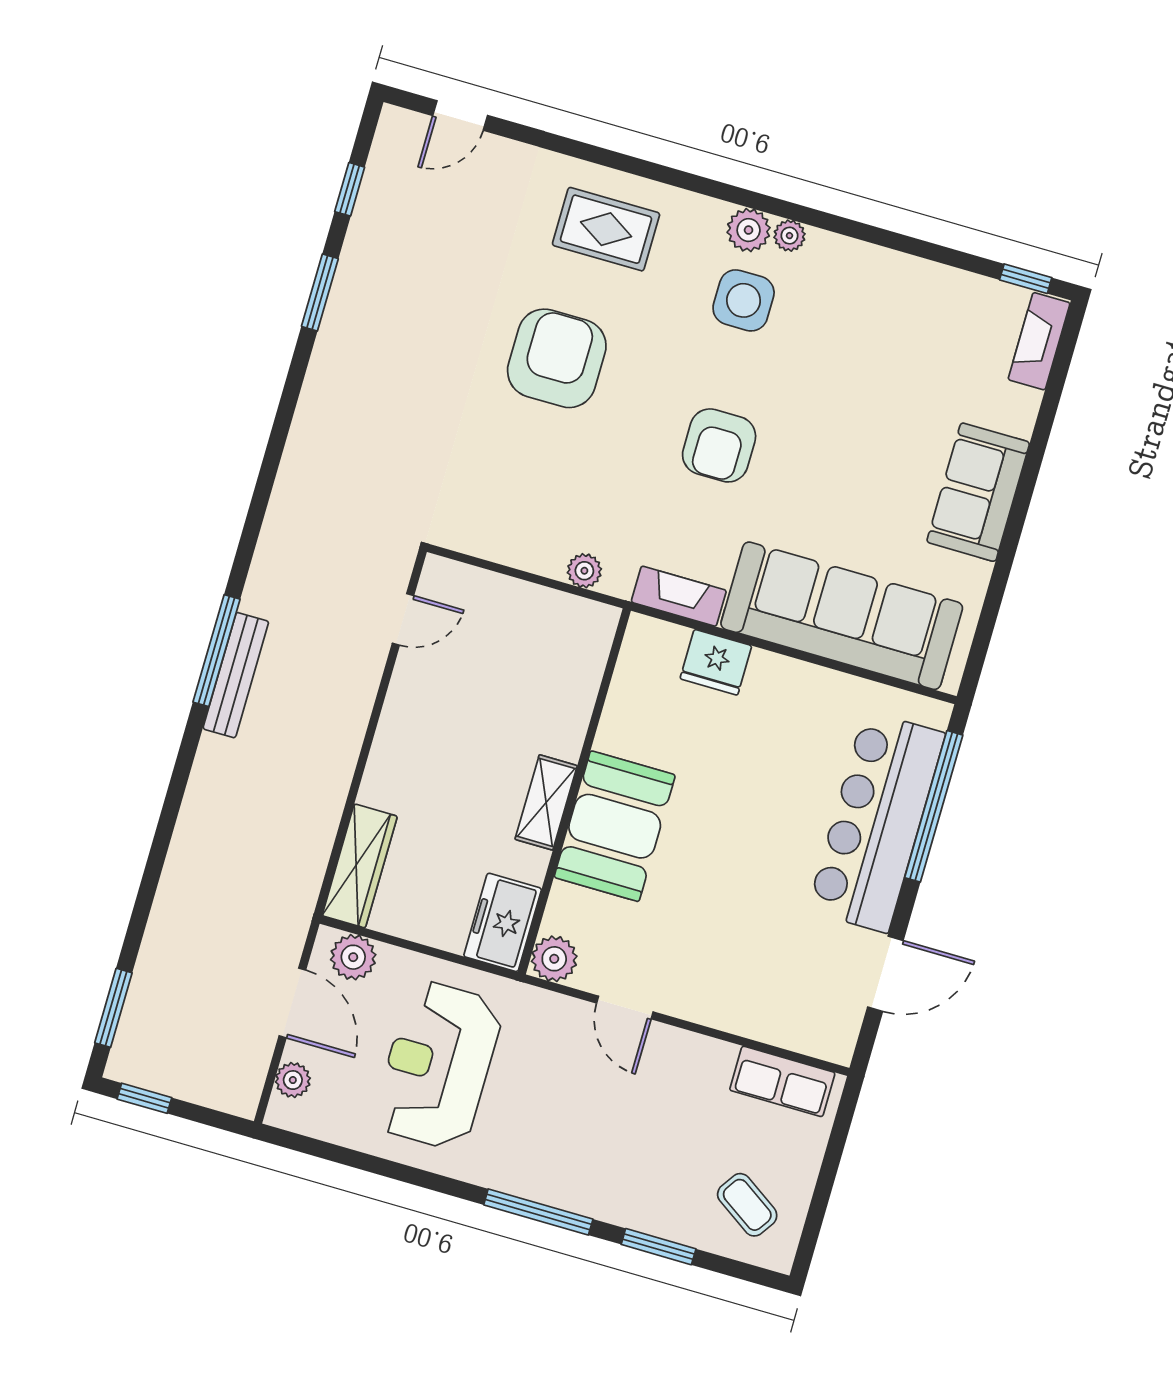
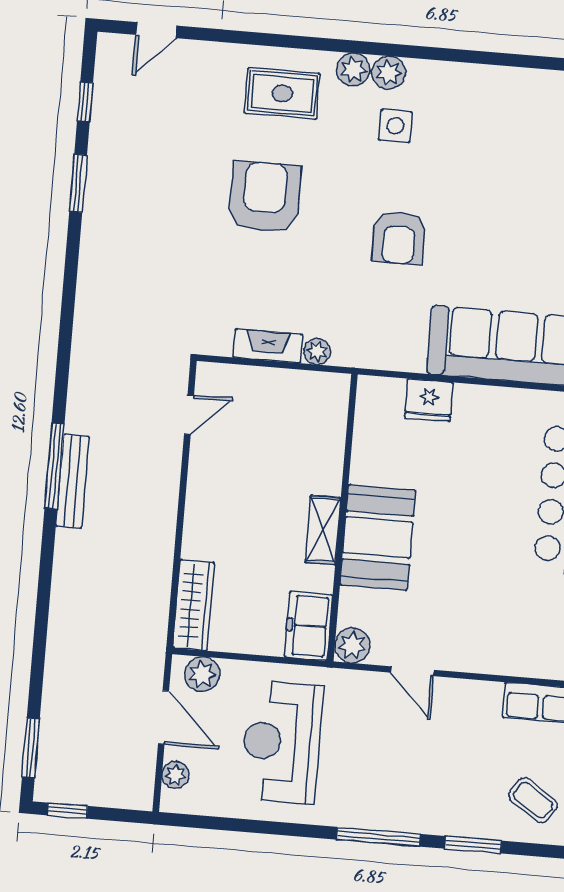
plant: (790, 236) -> (353, 70), moved, width x1.38, depth x1.38
side table: (744, 300) -> (395, 126), width x0.73, depth x0.73
fireplace: (679, 596) -> (268, 346), moved

